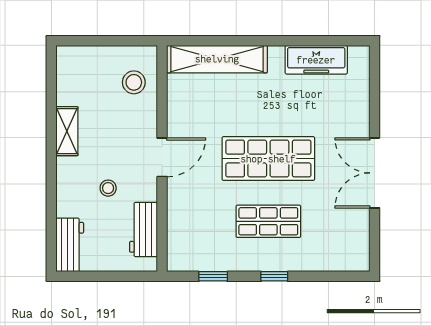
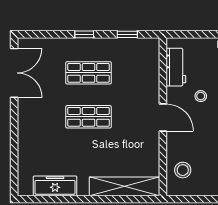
door: (162, 157) -> (163, 118), swing flipped
shop shelf: (268, 159) -> (89, 117), width x0.70, depth x0.74
double door: (375, 173) -> (14, 73), moved

